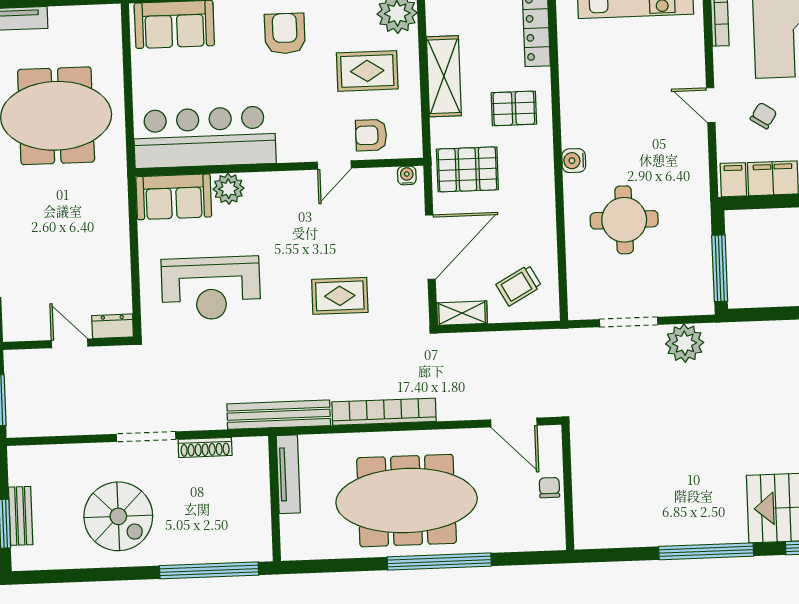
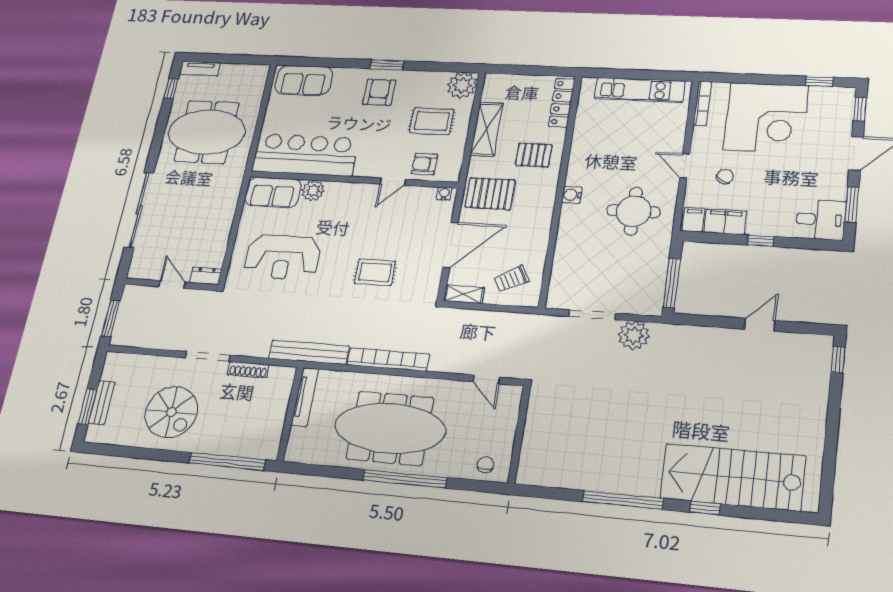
round table: (624, 220) -> (633, 211), moved
door: (514, 423) -> (486, 379), width x0.73
chair: (549, 488) -> (485, 465), moved

